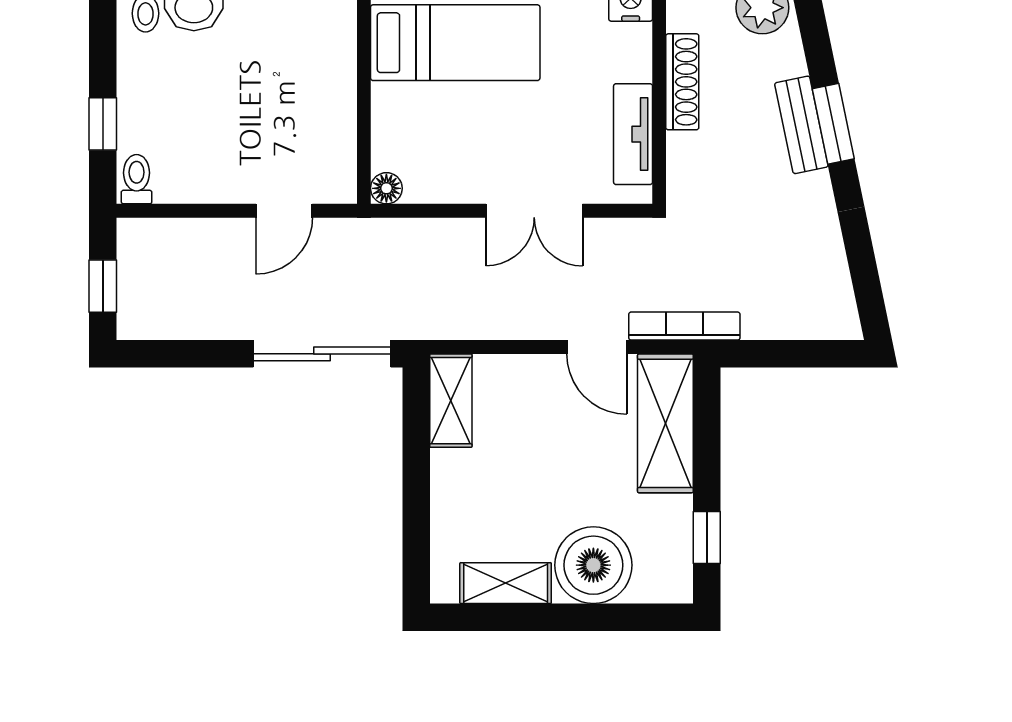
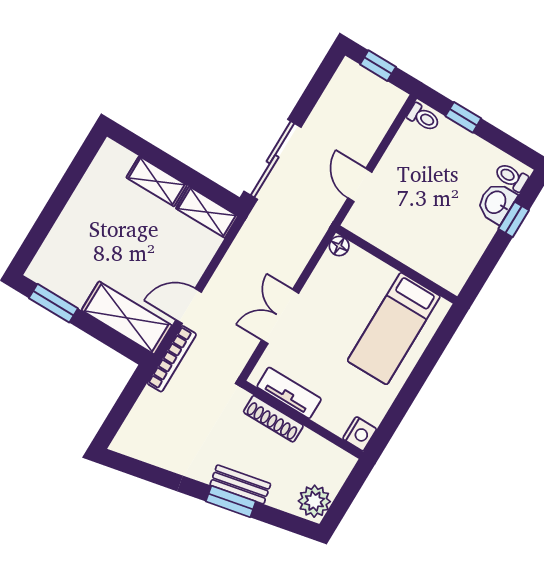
shoe rack: (682, 82) -> (273, 419), moved
window: (707, 538) -> (53, 303), width x1.50
boiler: (593, 565) -> (75, 235), removed
shelving: (506, 583) -> (157, 181), moved, turned 90

